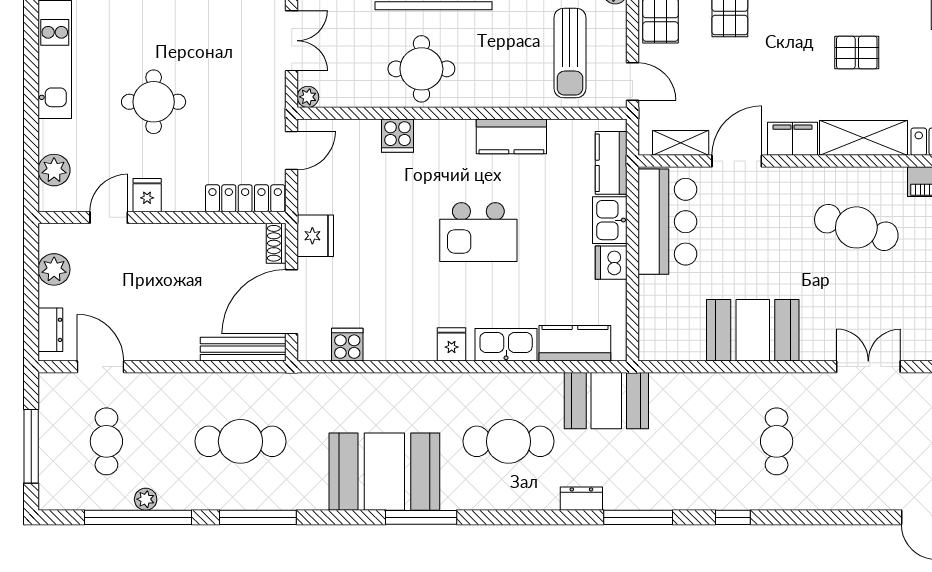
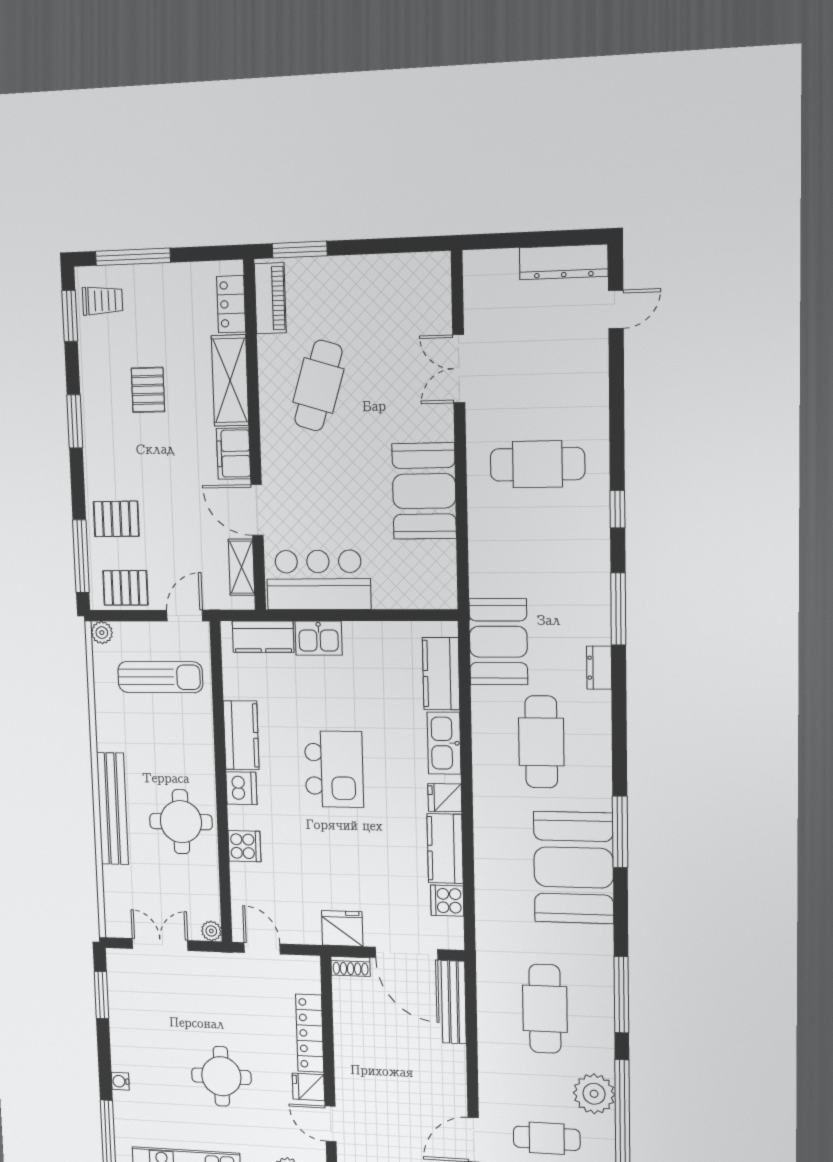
locker: (245, 198) -> (310, 1033), moved
dishwasher: (611, 263) -> (241, 788), moved, turned -90
kitchen counter: (400, 344) -> (445, 849), added
cafe table: (777, 441) -> (537, 464), width x1.37, depth x1.35
plant: (146, 499) -> (594, 1094), width x1.87, depth x1.87

